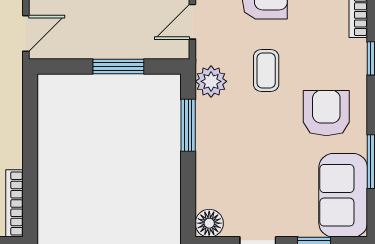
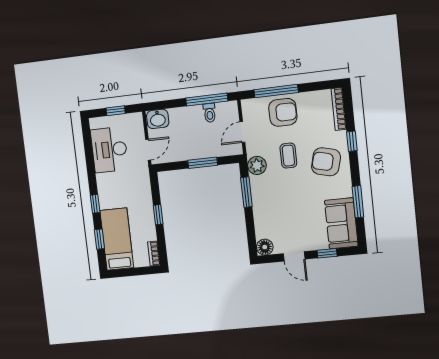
armchair: (326, 113) -> (326, 162), moved, turned -76
window: (30, 148) -> (158, 215), added
bookcase: (14, 203) -> (154, 254), width x0.64

